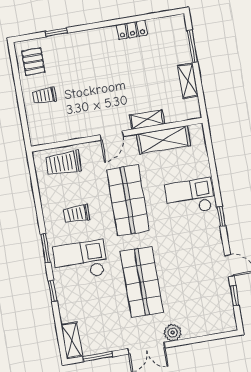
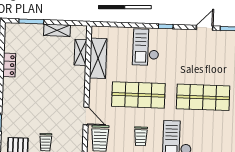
shelving: (147, 119) -> (80, 52), moved
door: (112, 136) -> (86, 116), moved

